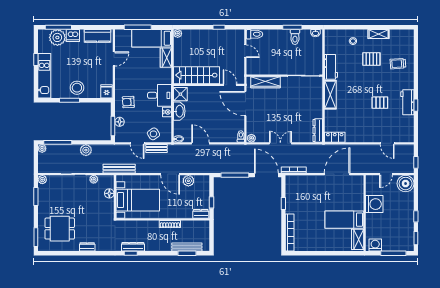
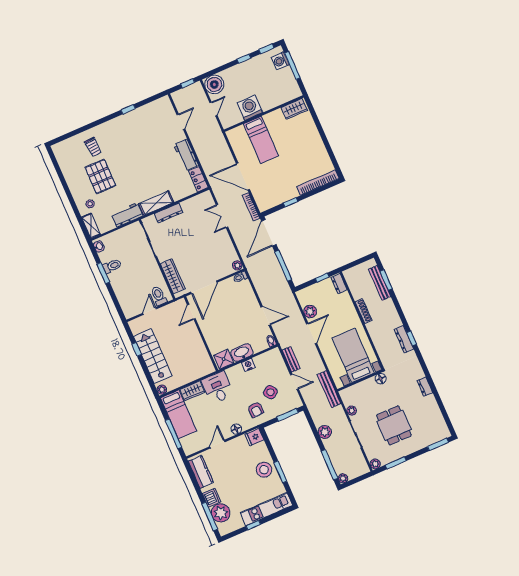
toilet: (255, 34) -> (159, 296), moved
shelving: (379, 34) -> (91, 226), moved
door: (114, 59) -> (217, 444), hinge flipped
pallet: (371, 59) -> (100, 177), width x1.50, depth x1.42
stairs: (196, 75) -> (153, 356), moved, turned 180
desk: (160, 95) -> (218, 388), moved
workbench: (407, 102) -> (186, 155), moved, turned 90
pallet: (380, 103) -> (142, 148), removed
floor lamp: (120, 122) -> (236, 429), moved
dresser: (318, 131) -> (168, 213), moved
side table: (153, 134) -> (270, 392), moved
door: (137, 143) -> (294, 382), hinge flipped
door: (200, 143) -> (266, 316), swing flipped
double door: (280, 143) -> (222, 216), moved
door: (337, 174) -> (243, 177), moved
door: (386, 174) -> (214, 109), hinge flipped
floor lamp: (109, 193) -> (381, 379), moved
bed: (344, 220) -> (261, 140), moved
dining table: (60, 229) -> (394, 425), moved
washing machine: (375, 245) -> (280, 61), moved

